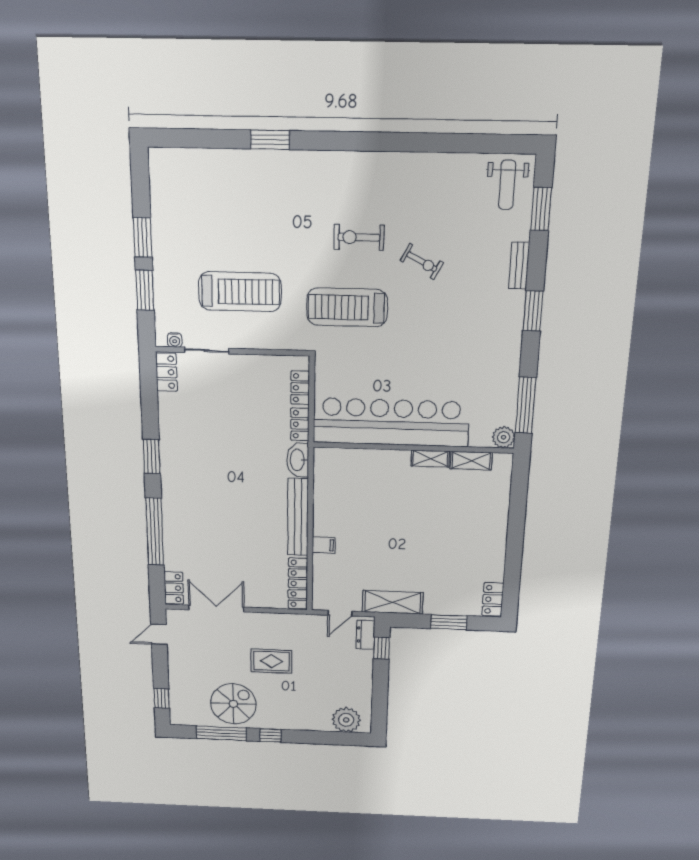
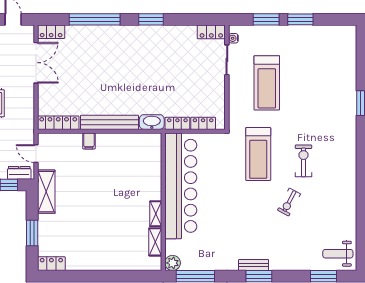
bench: (519, 265) -> (254, 265), moved
treadmill: (347, 307) -> (258, 154), turned 180

